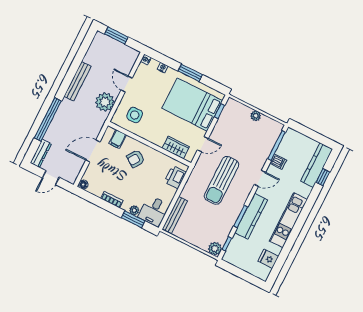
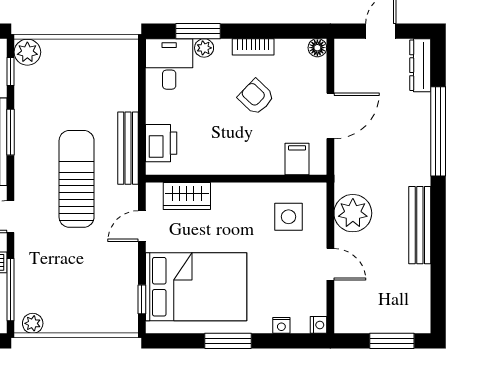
plant: (256, 116) -> (33, 323), moved
armchair: (136, 159) -> (256, 97), moved, turned -80
bench: (175, 215) -> (128, 148), moved

